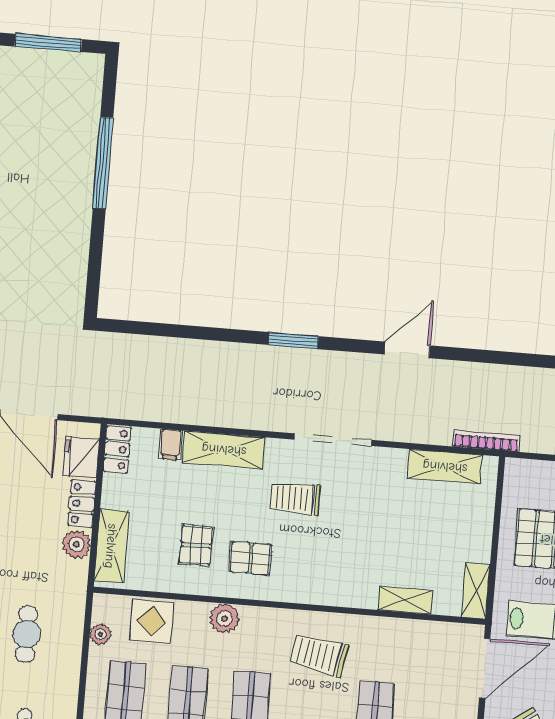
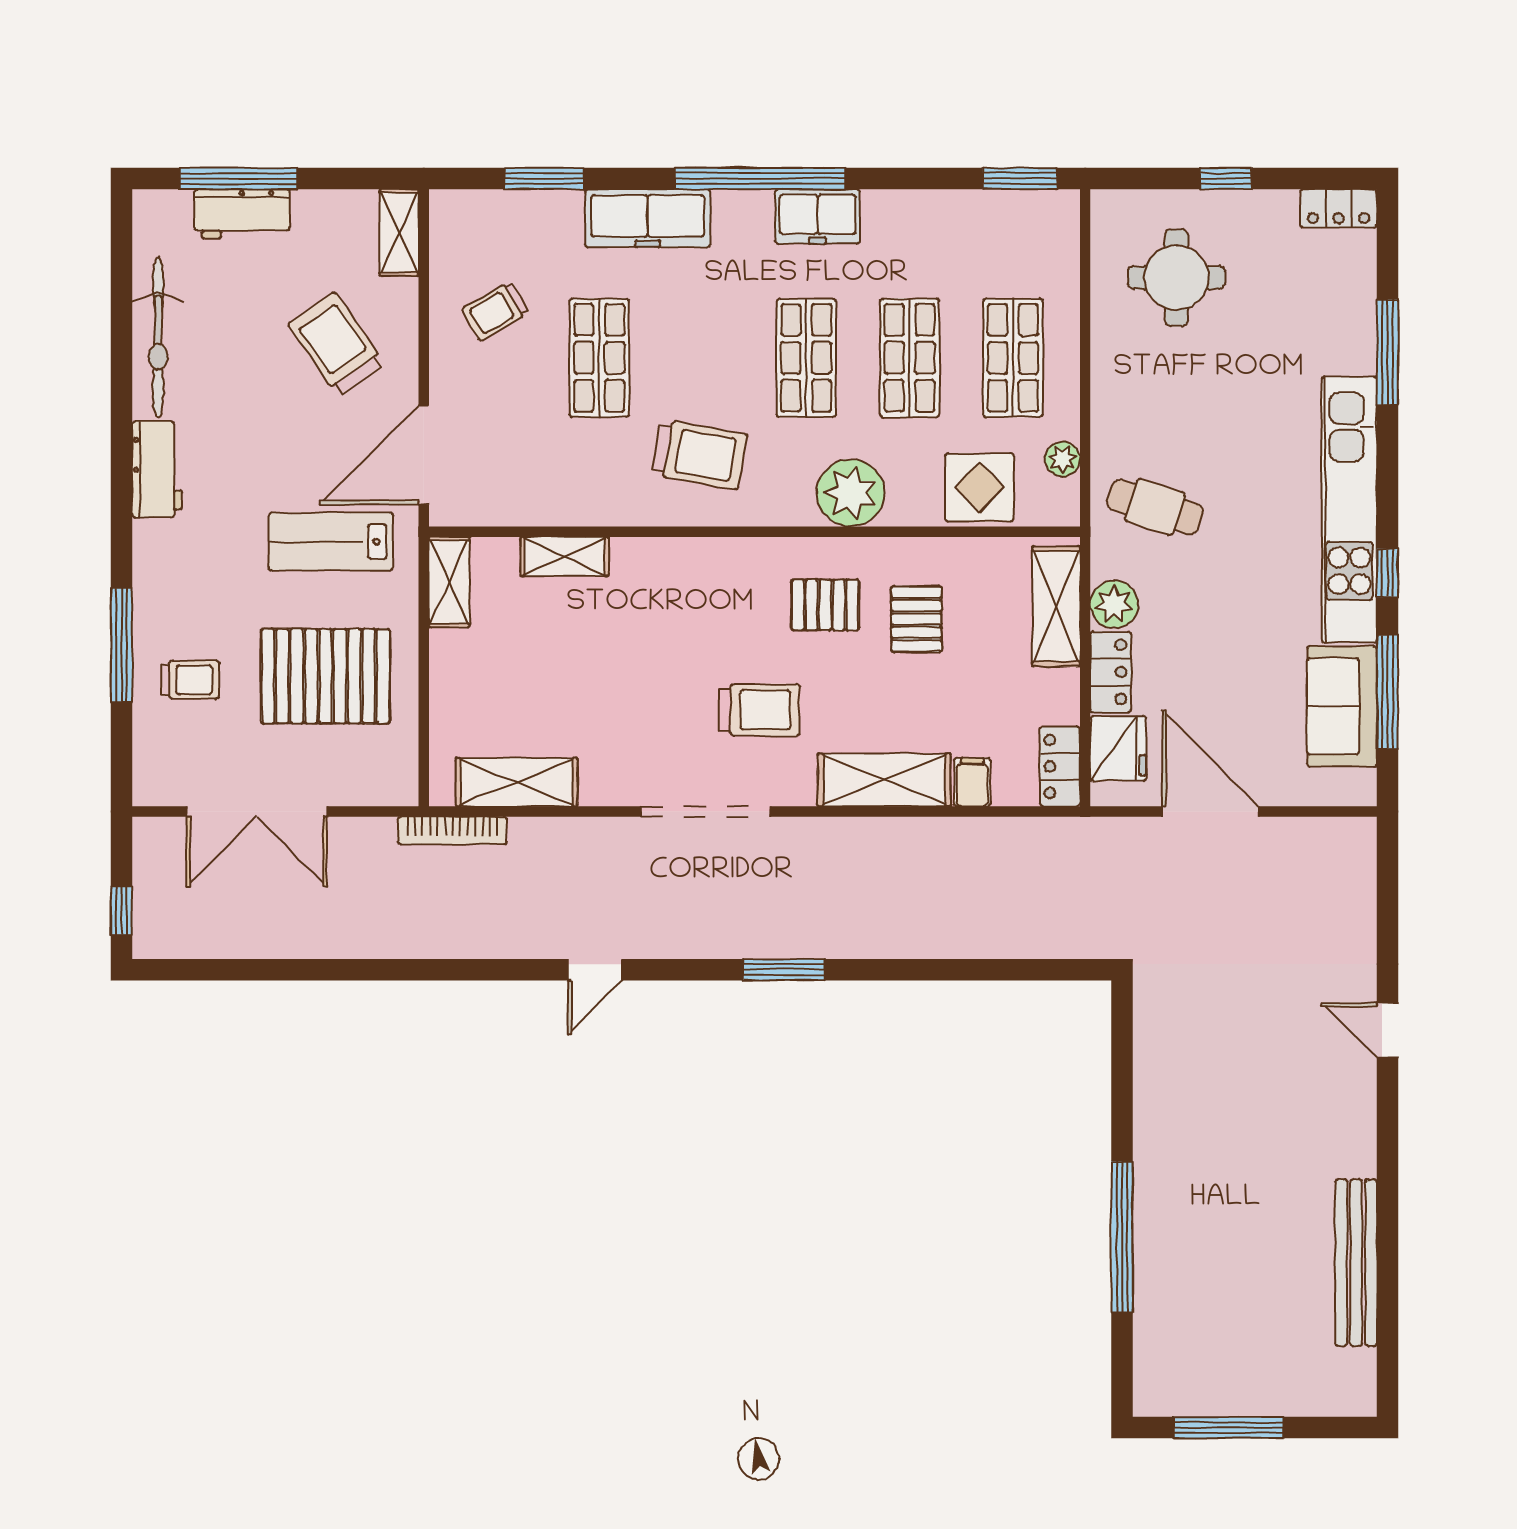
door: (407, 350) -> (595, 970), width x0.73
plant: (224, 619) -> (851, 493), width x1.36, depth x1.36
cafe table: (27, 634) -> (1155, 507), moved, turned -72

